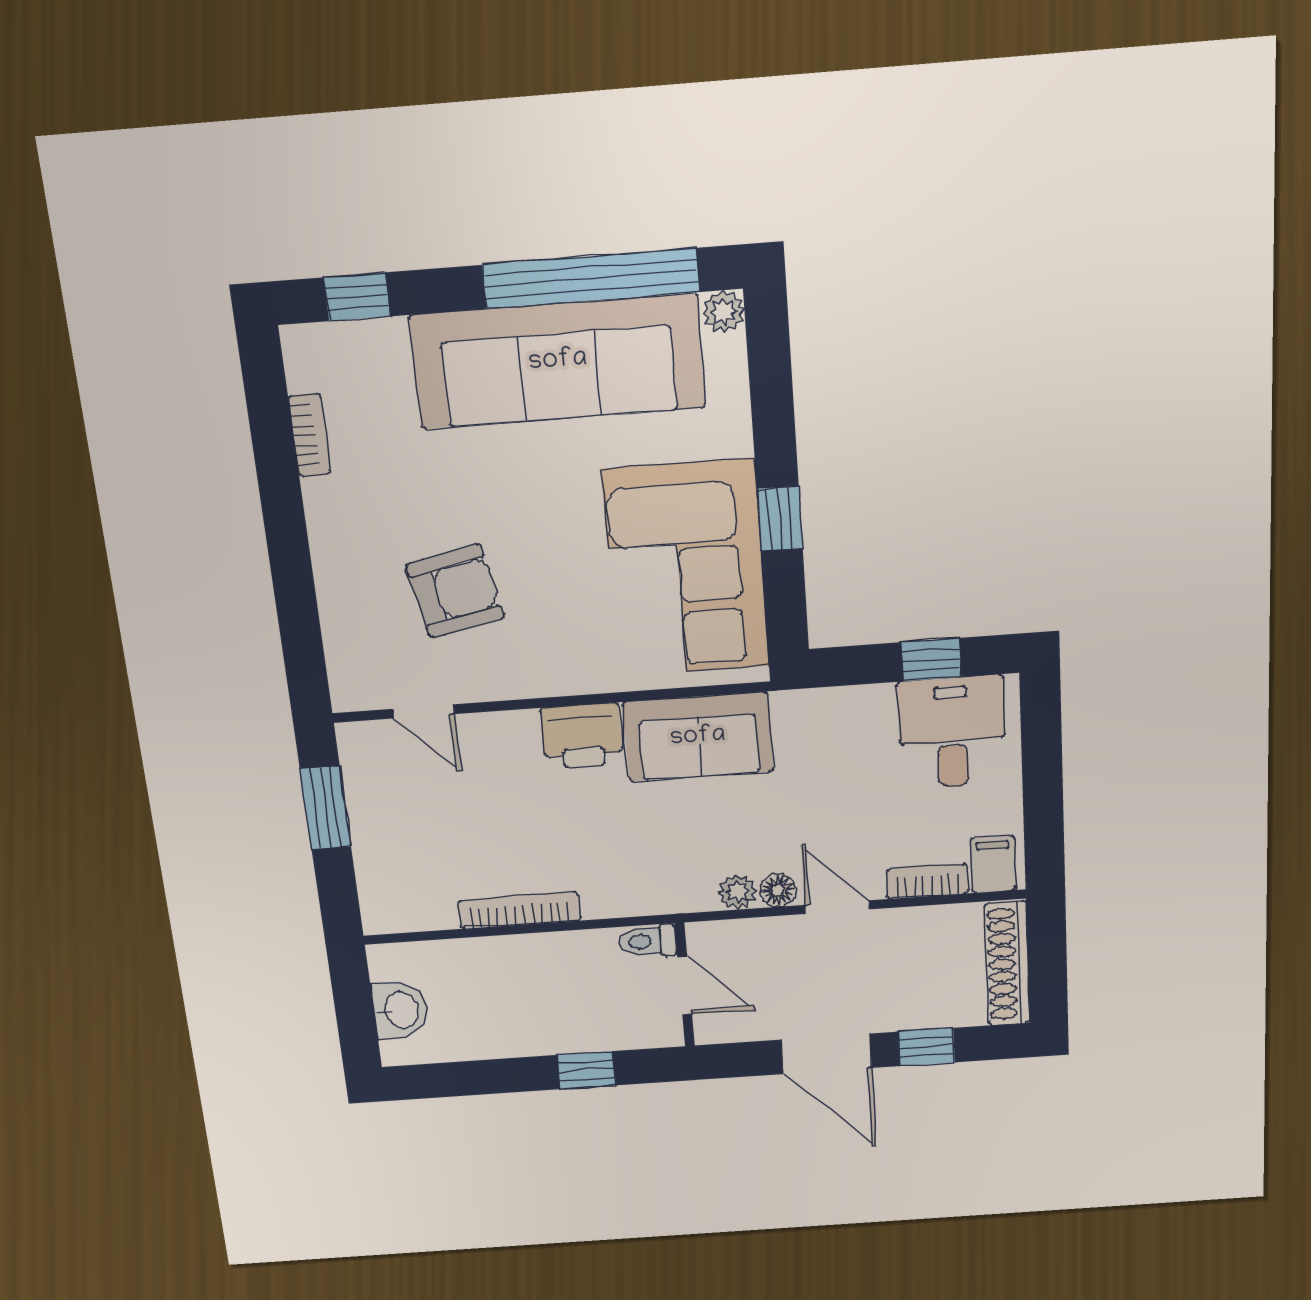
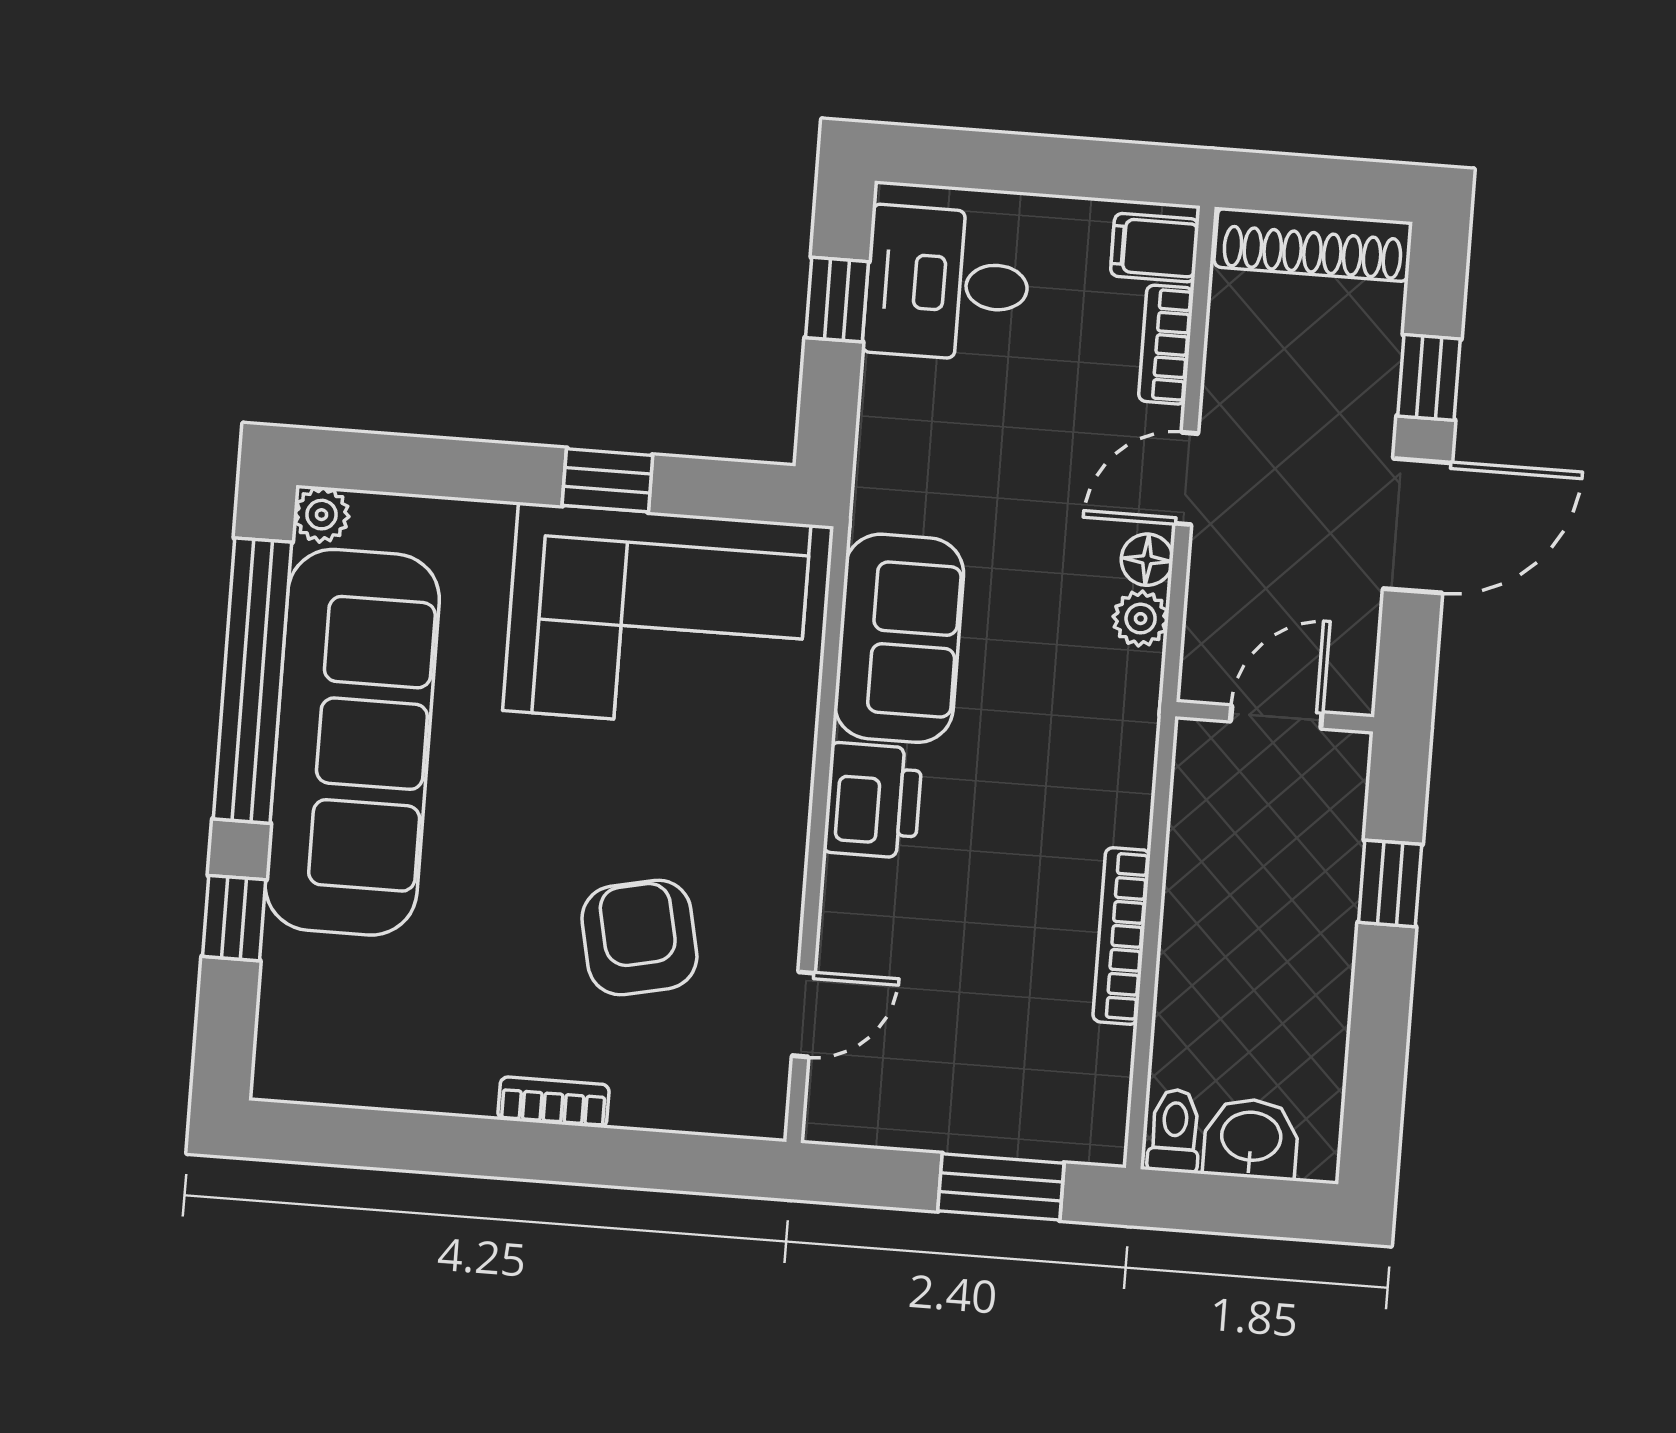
window: (357, 297) -> (234, 918), moved
bookcase: (310, 435) -> (554, 1102), moved
window: (326, 808) -> (1001, 1187), moved
toilet: (648, 941) -> (1175, 1131), moved, turned 180

